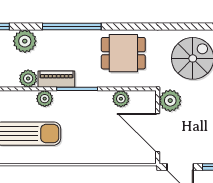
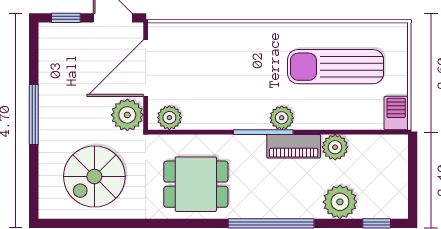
plant: (45, 99) -> (282, 118), moved
plant: (121, 99) -> (169, 118), moved
door: (158, 133) -> (146, 68), swing flipped

